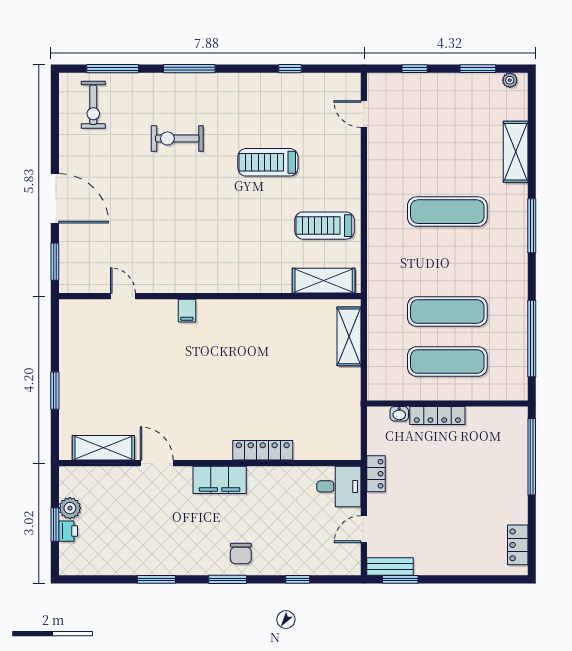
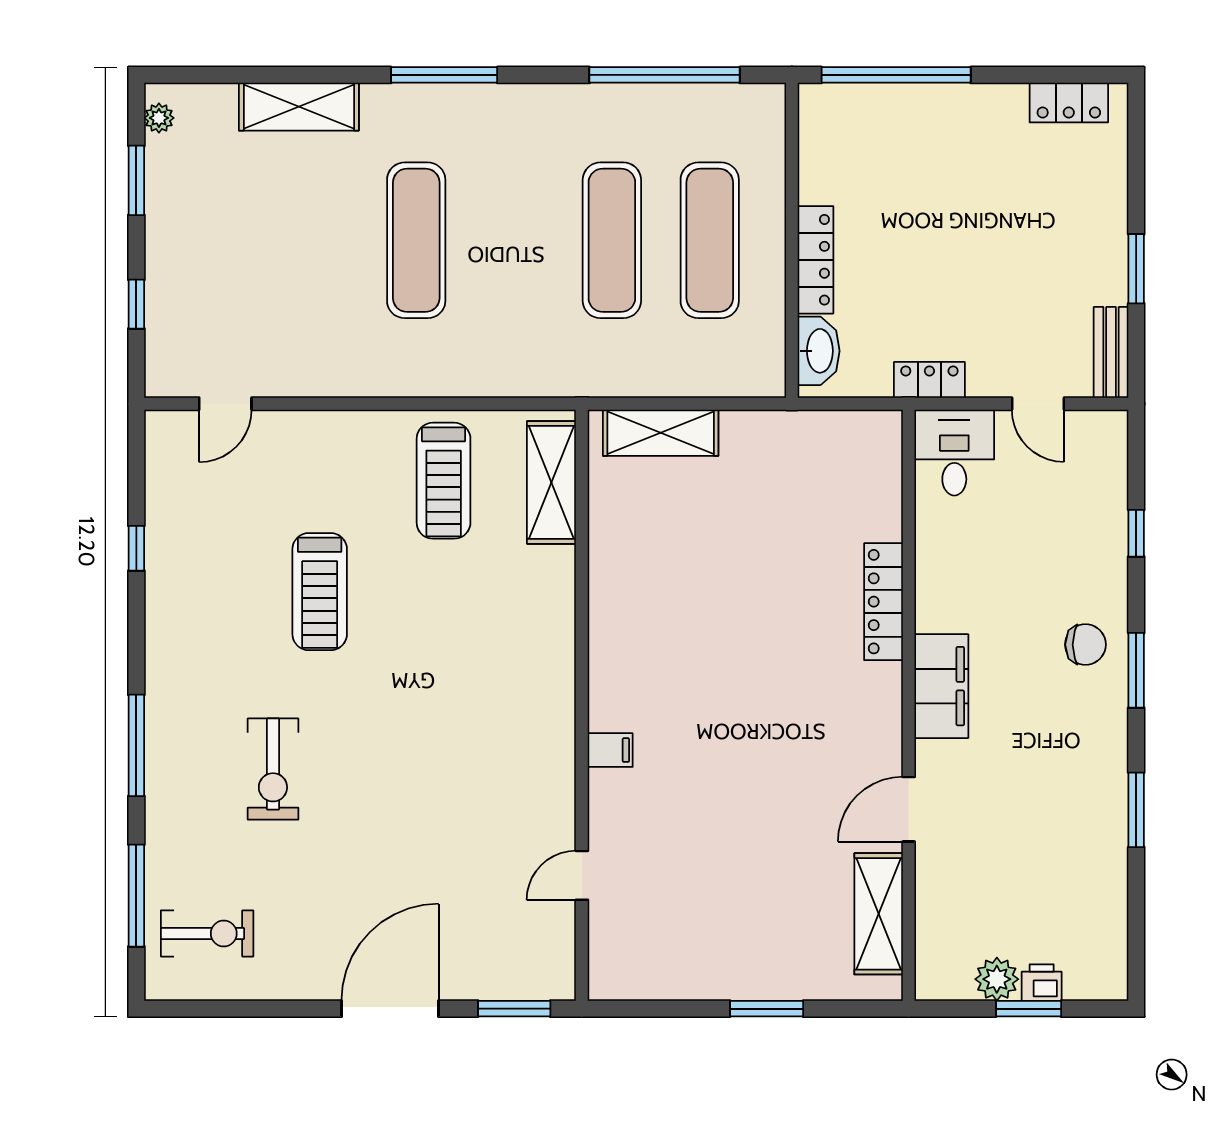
washbasin: (399, 414) -> (819, 351), width x1.91, depth x1.45
window: (400, 579) -> (1136, 269), moved

